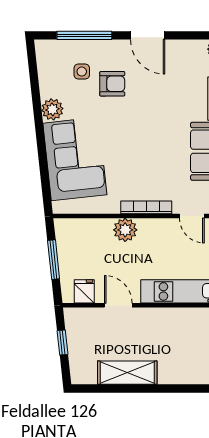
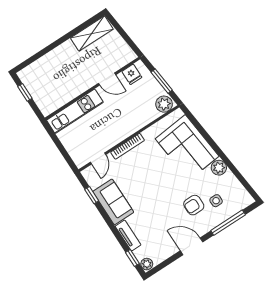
door: (192, 216) -> (98, 158), swing flipped
plant: (125, 230) -> (164, 104), moved
window: (62, 342) -> (125, 37), removed
shelving: (127, 373) -> (92, 33), moved

